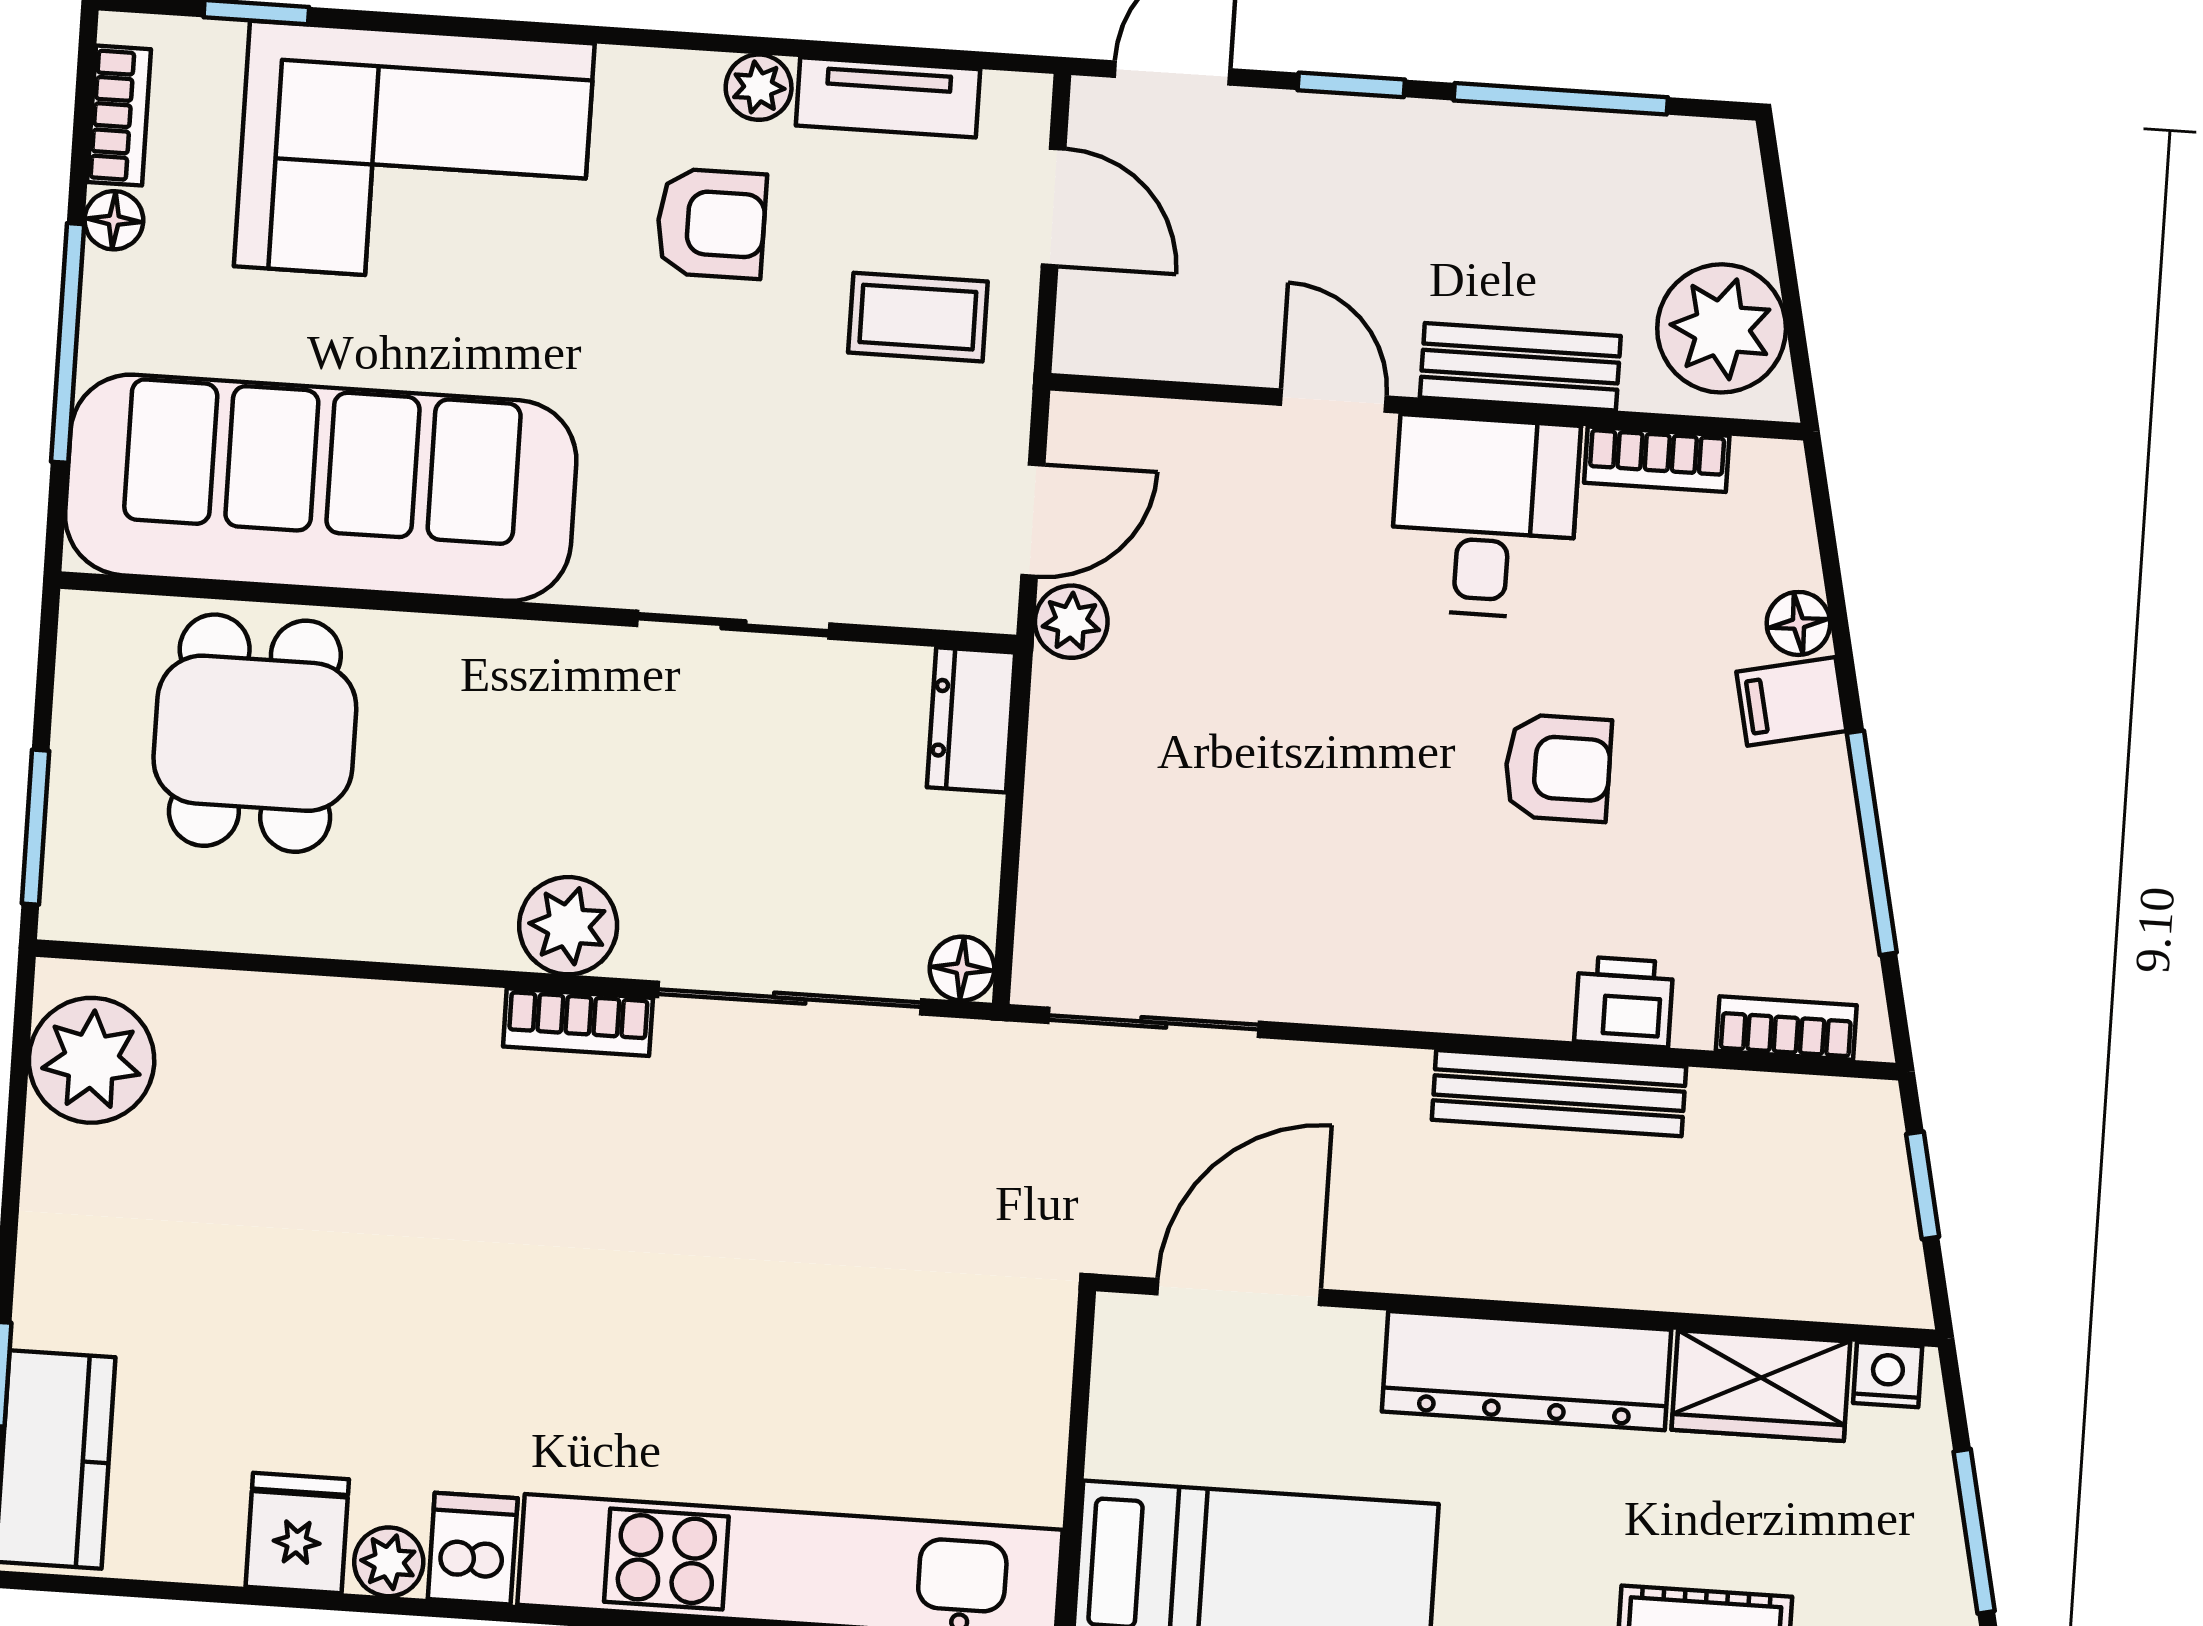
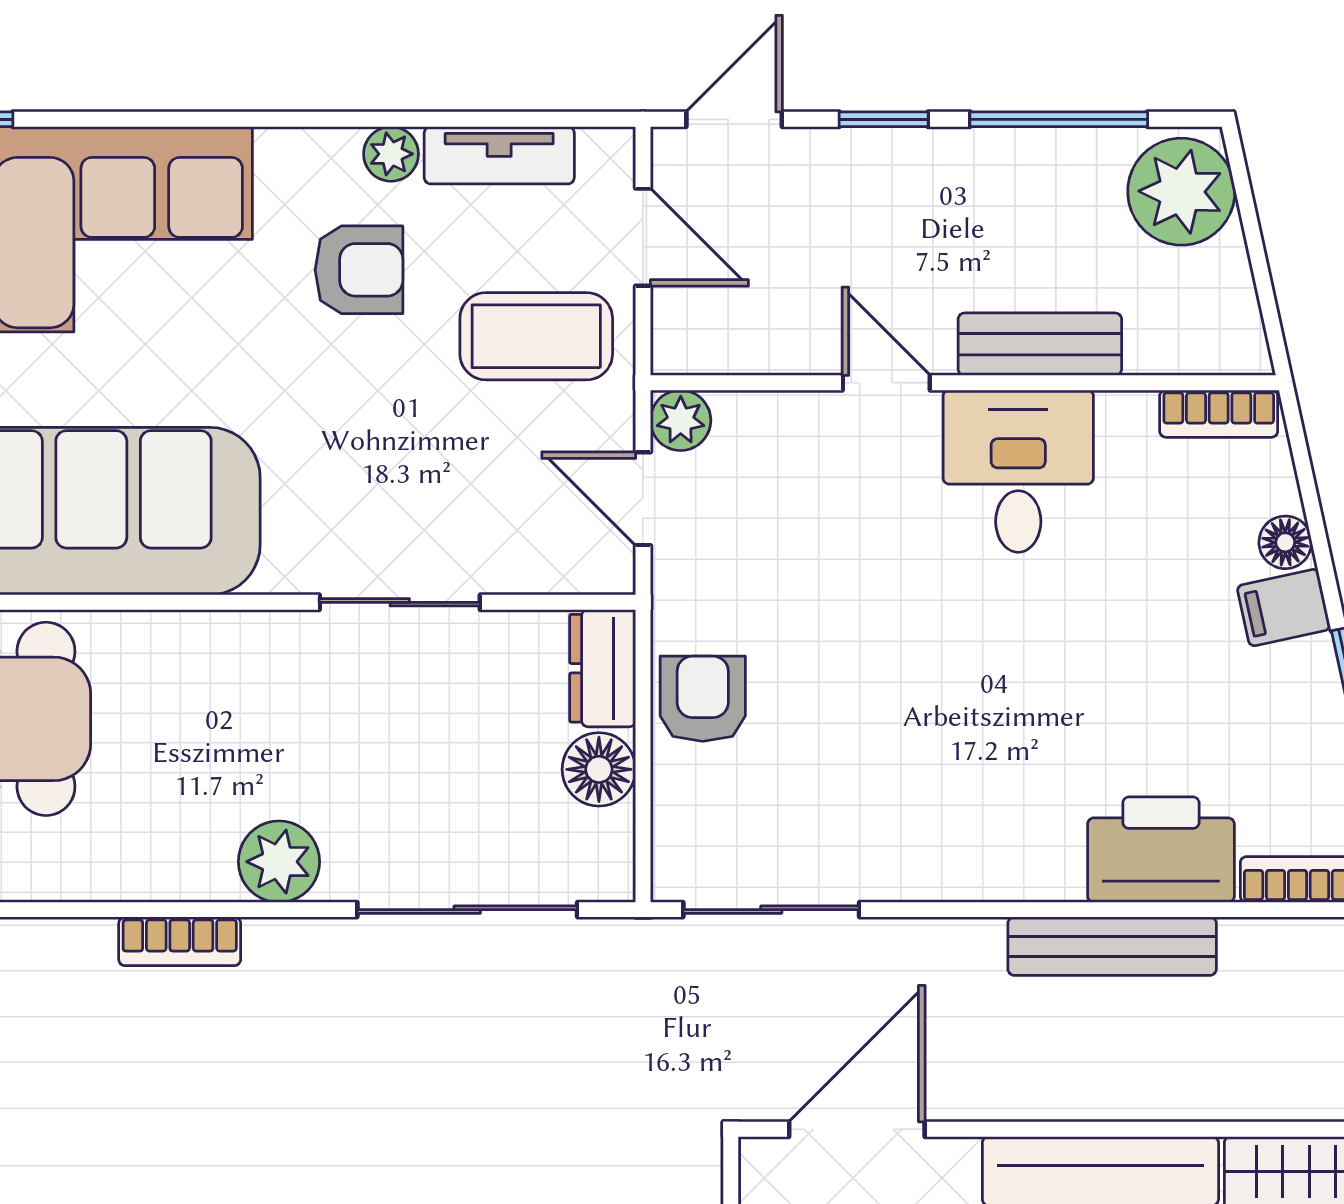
coffee table: (918, 317) -> (536, 336), width x1.36, depth x1.30
plant: (1722, 328) -> (1181, 192), moved
bookcase: (1657, 459) -> (1219, 414), moved
door: (1033, 520) -> (643, 499), swing flipped
plant: (1071, 622) -> (681, 420), moved
armchair: (1558, 768) -> (703, 699), moved, turned -90
floor lamp: (962, 969) -> (599, 769), moved, width x1.37, depth x1.37
printer: (1624, 1002) -> (1161, 850), width x1.87, depth x1.48
bookcase: (578, 1022) -> (180, 941), moved

